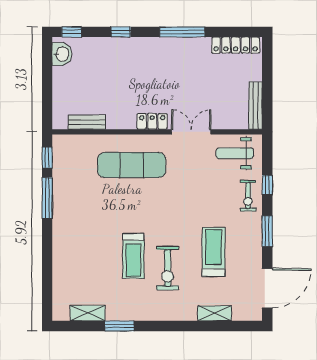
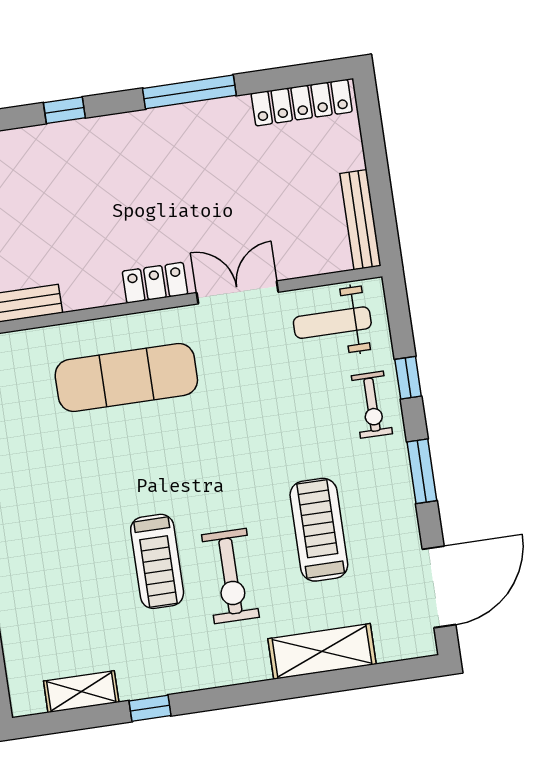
shelving: (215, 313) -> (322, 651), width x1.50, depth x1.33
window: (119, 326) -> (150, 708), width x0.67

